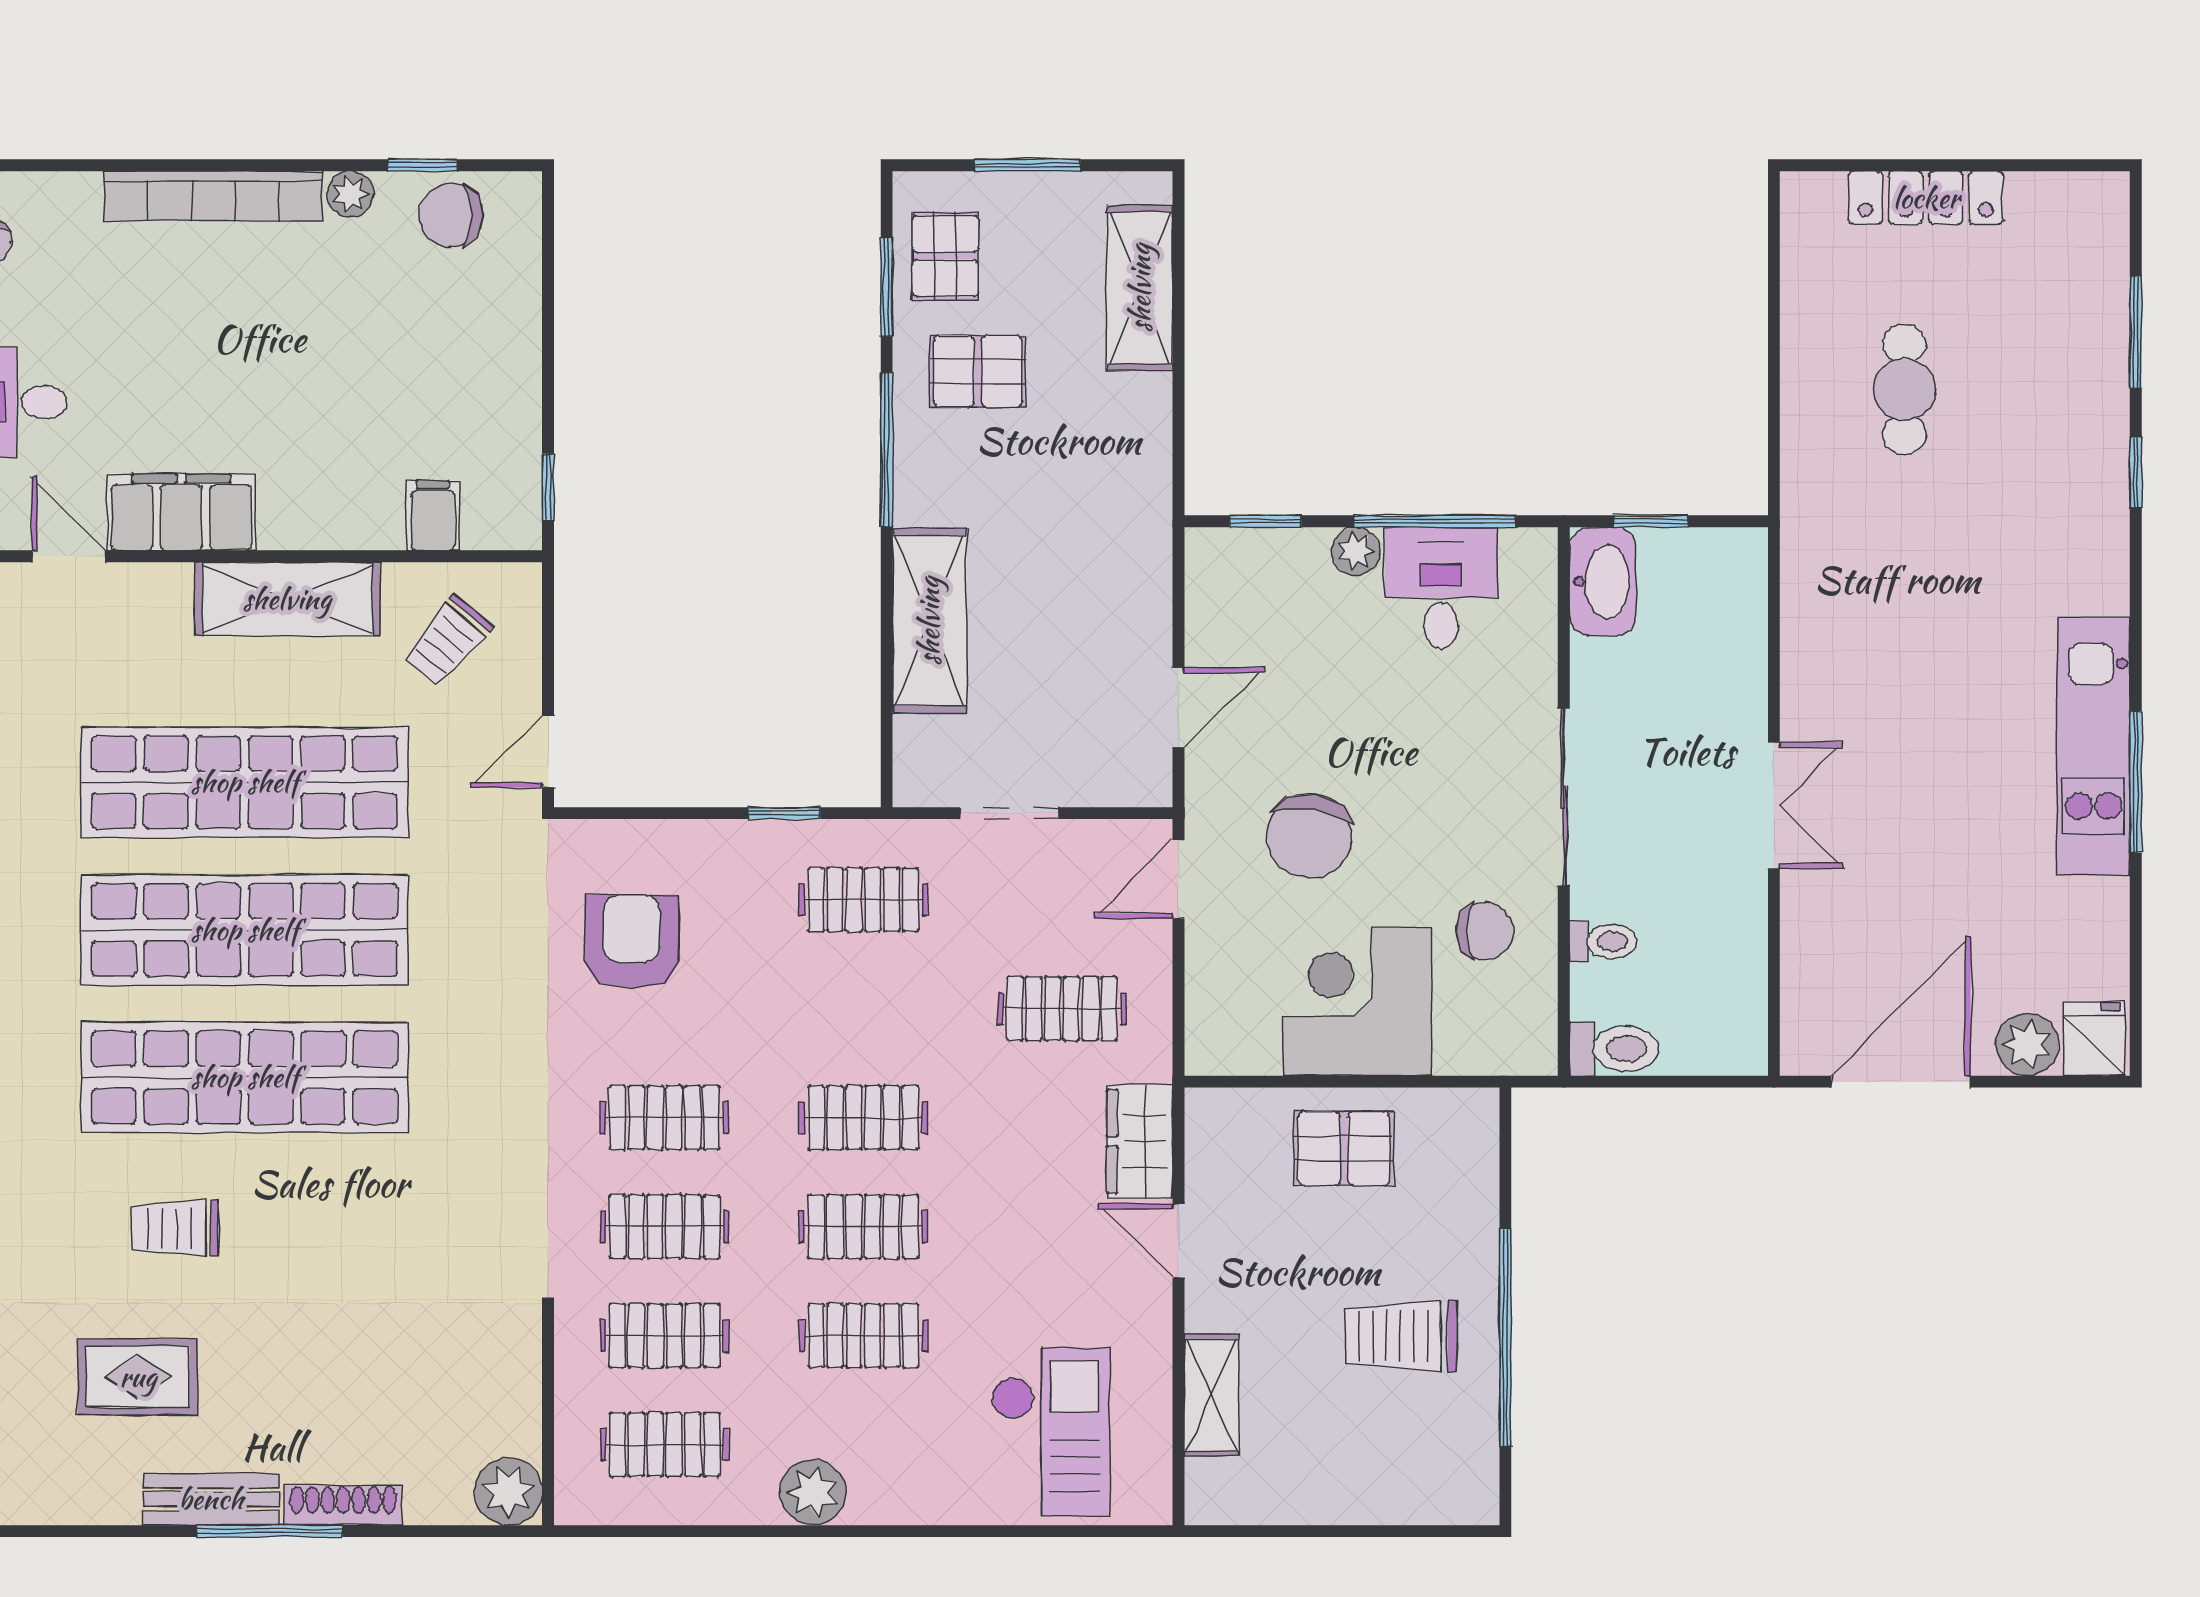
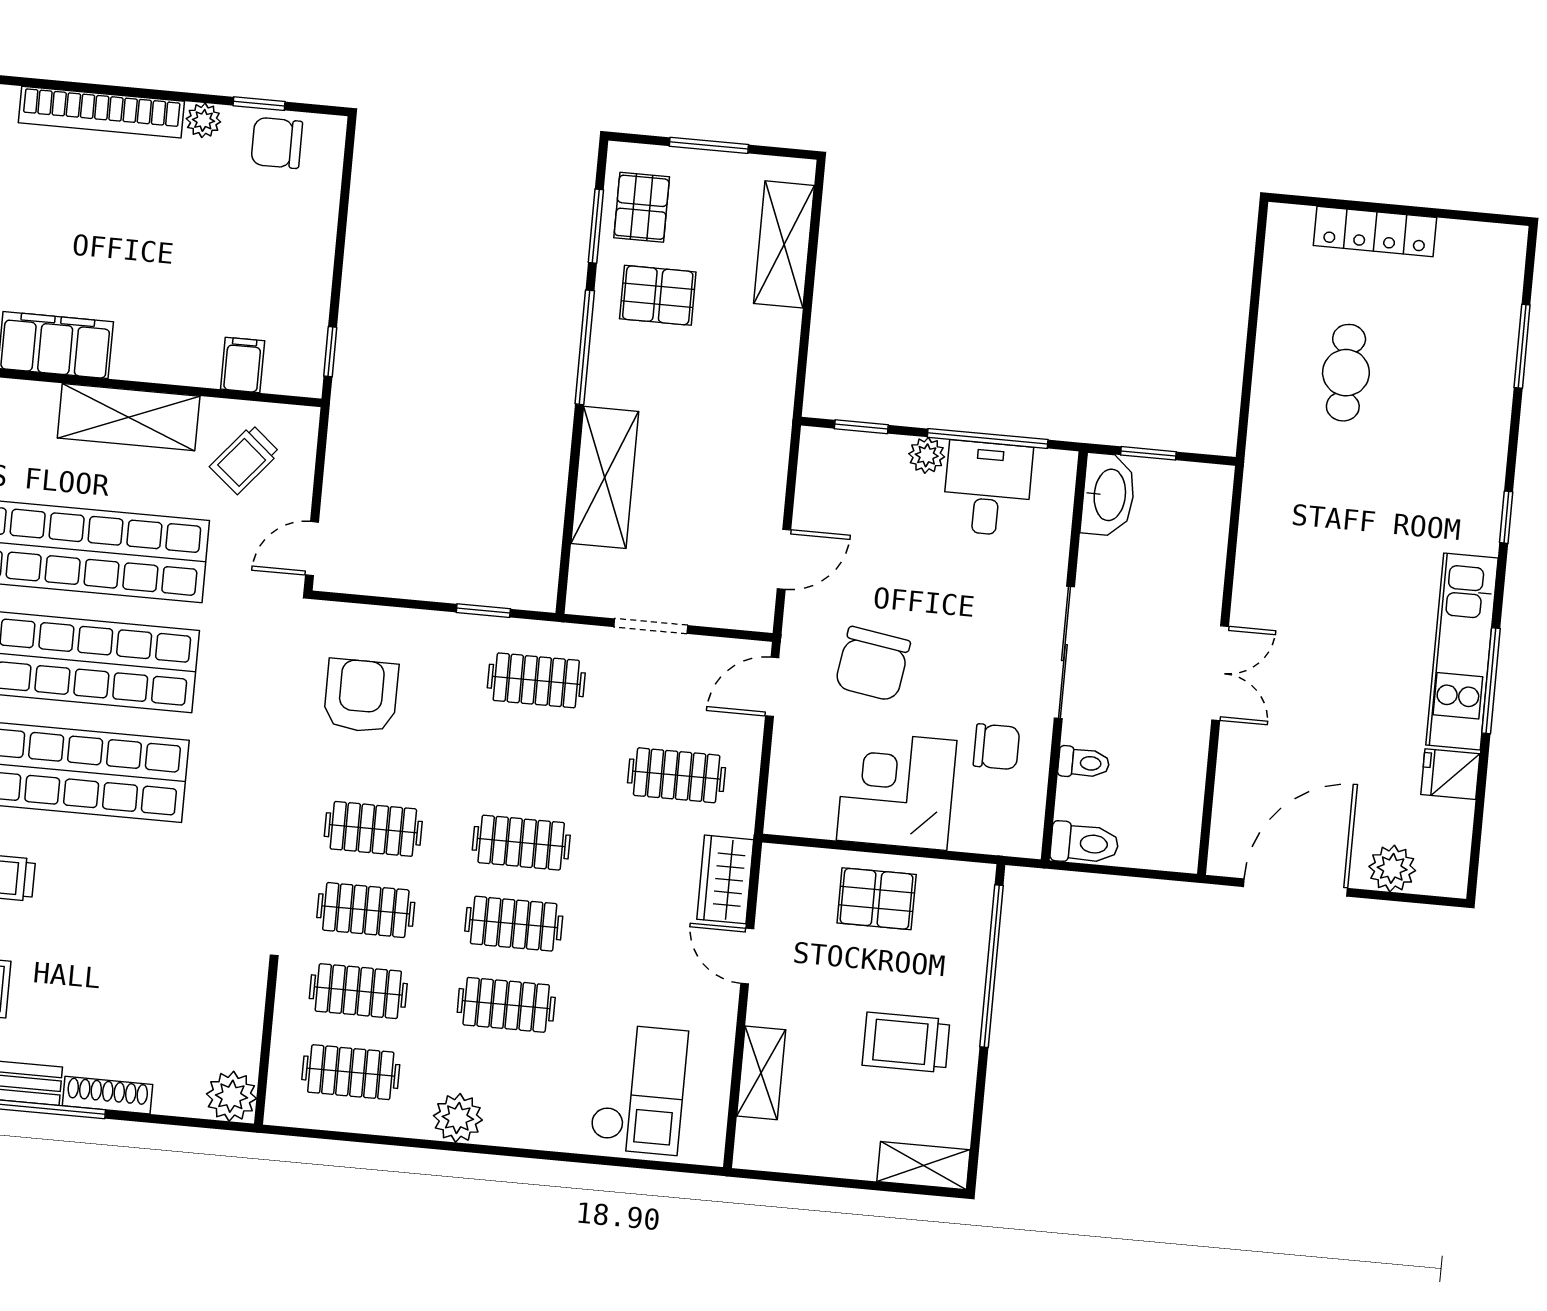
window: (2136, 472) -> (1506, 517), moved
fridge: (2094, 1039) -> (1450, 774), moved, turned -90
window: (1505, 1338) -> (992, 966), moved
shelving: (1439, 1498) -> (924, 1166), added

